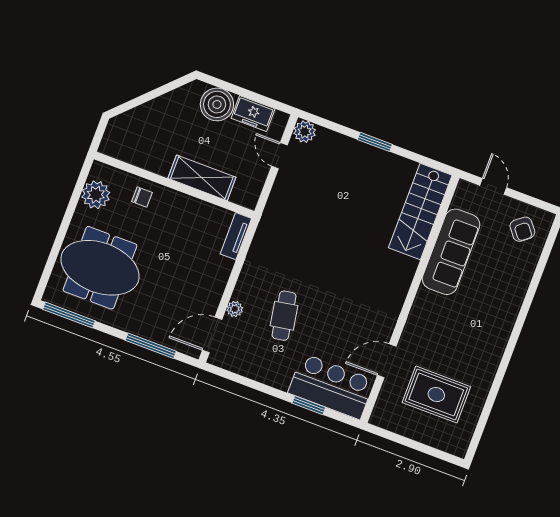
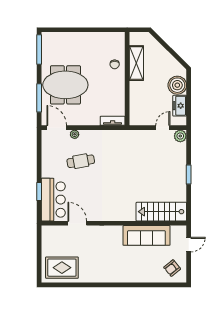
shelving: (202, 178) -> (136, 63), moved
plant: (96, 195) -> (107, 40), removed
meeting table: (100, 268) -> (65, 85), moved, turned 90
rug: (436, 395) -> (62, 268), moved, turned 90

